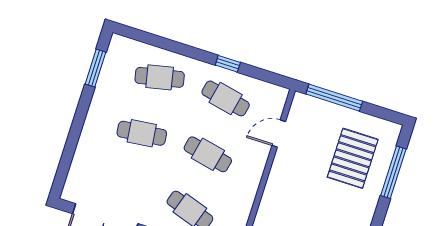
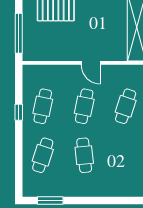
cafe table: (160, 77) -> (43, 155), turned 30
door: (279, 134) -> (91, 63), moved

